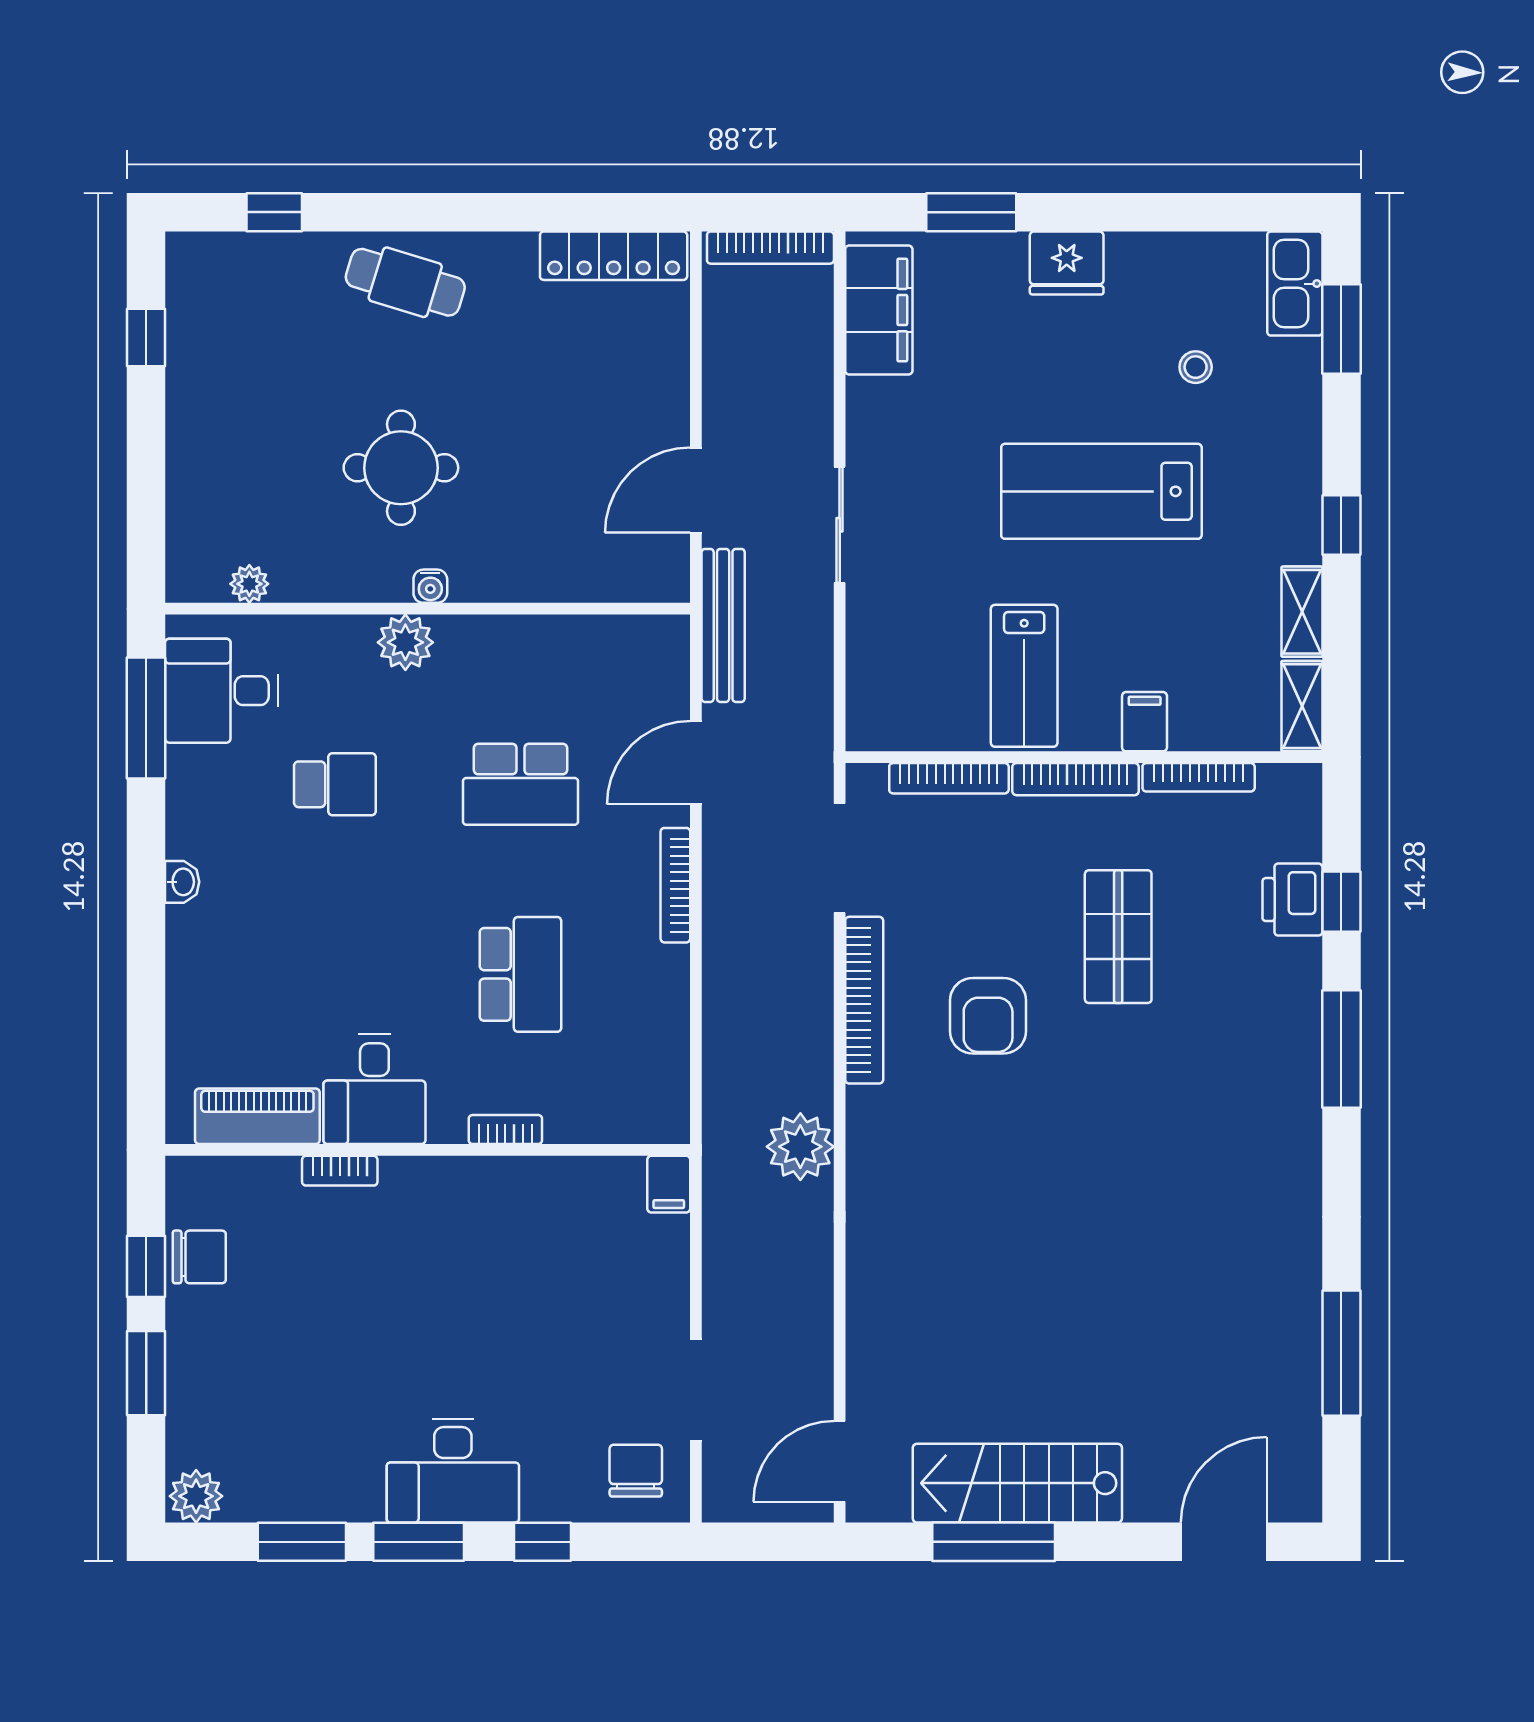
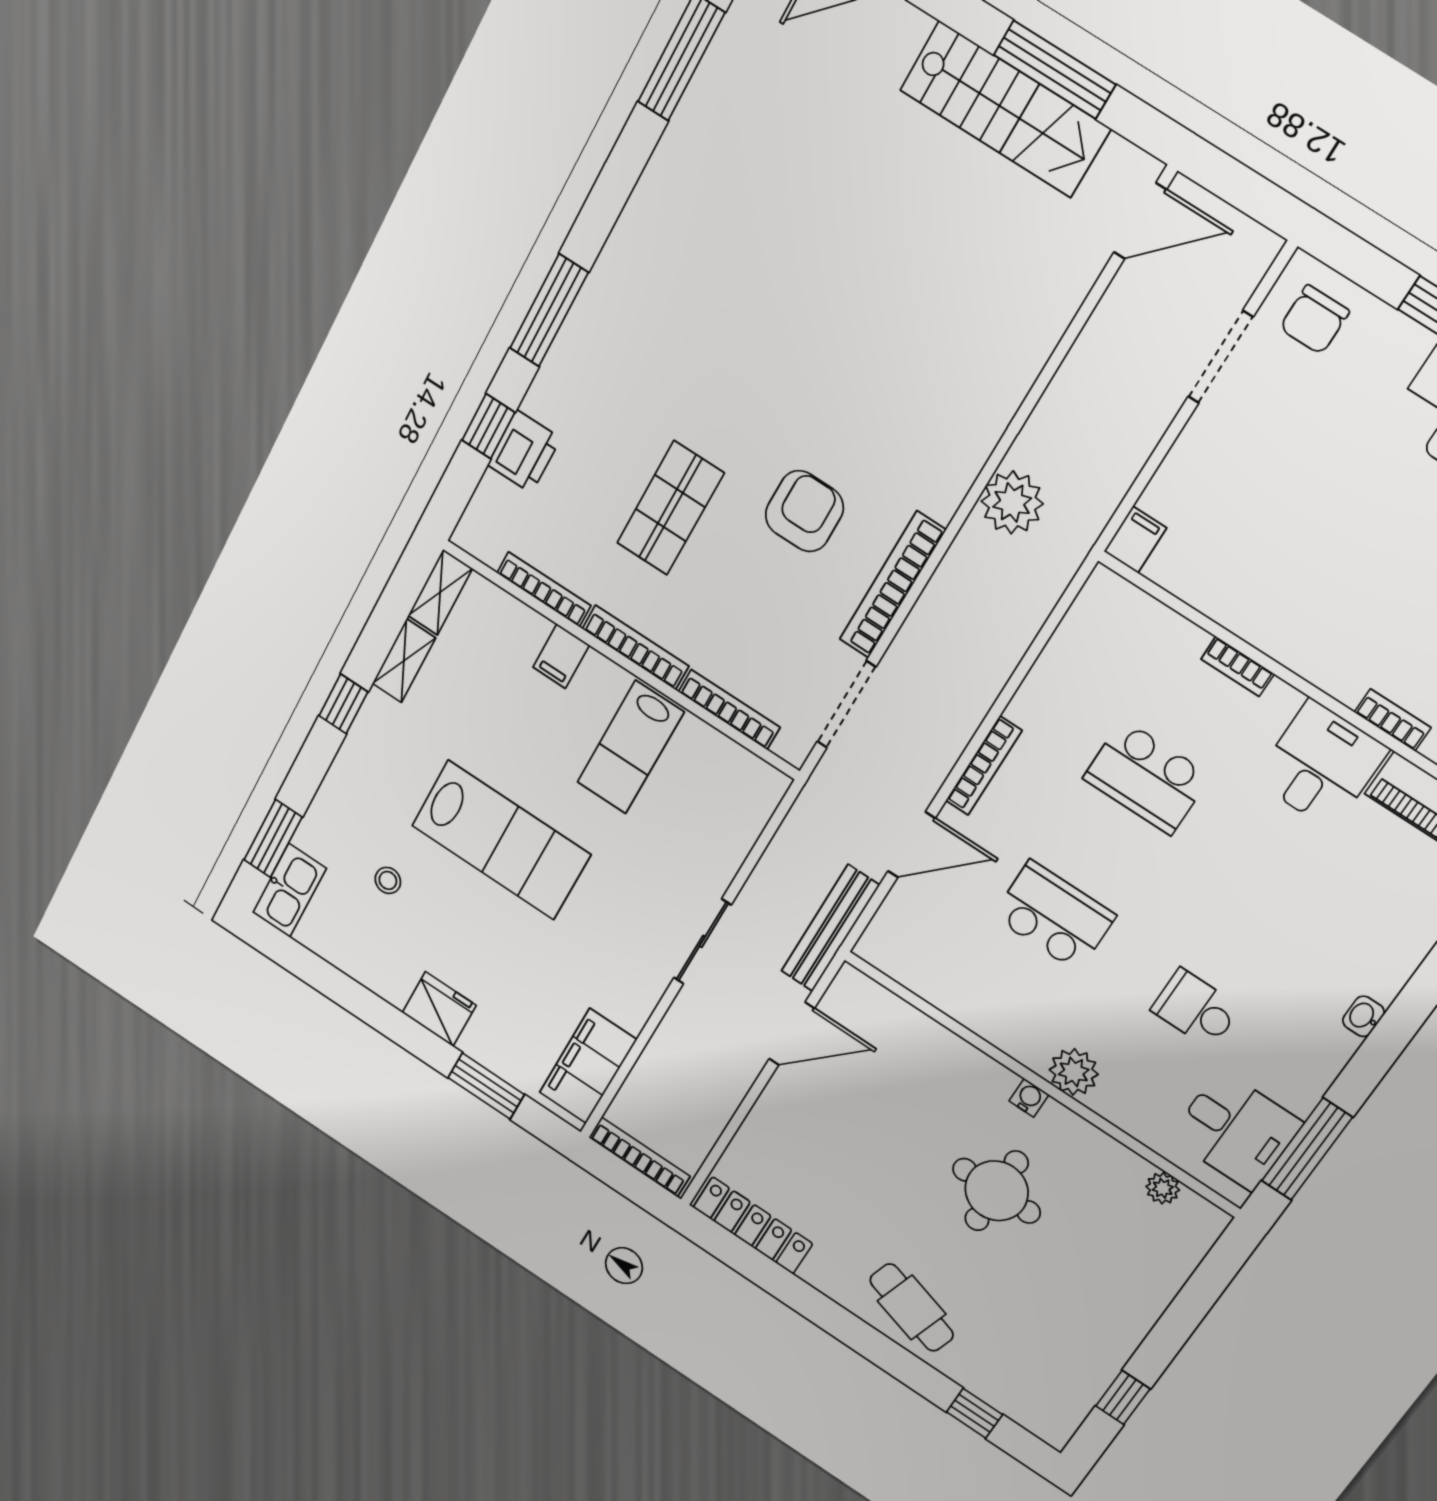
lab bench: (1024, 676) -> (630, 747), turned 180
school desk: (520, 974) -> (1147, 777), turned -90

